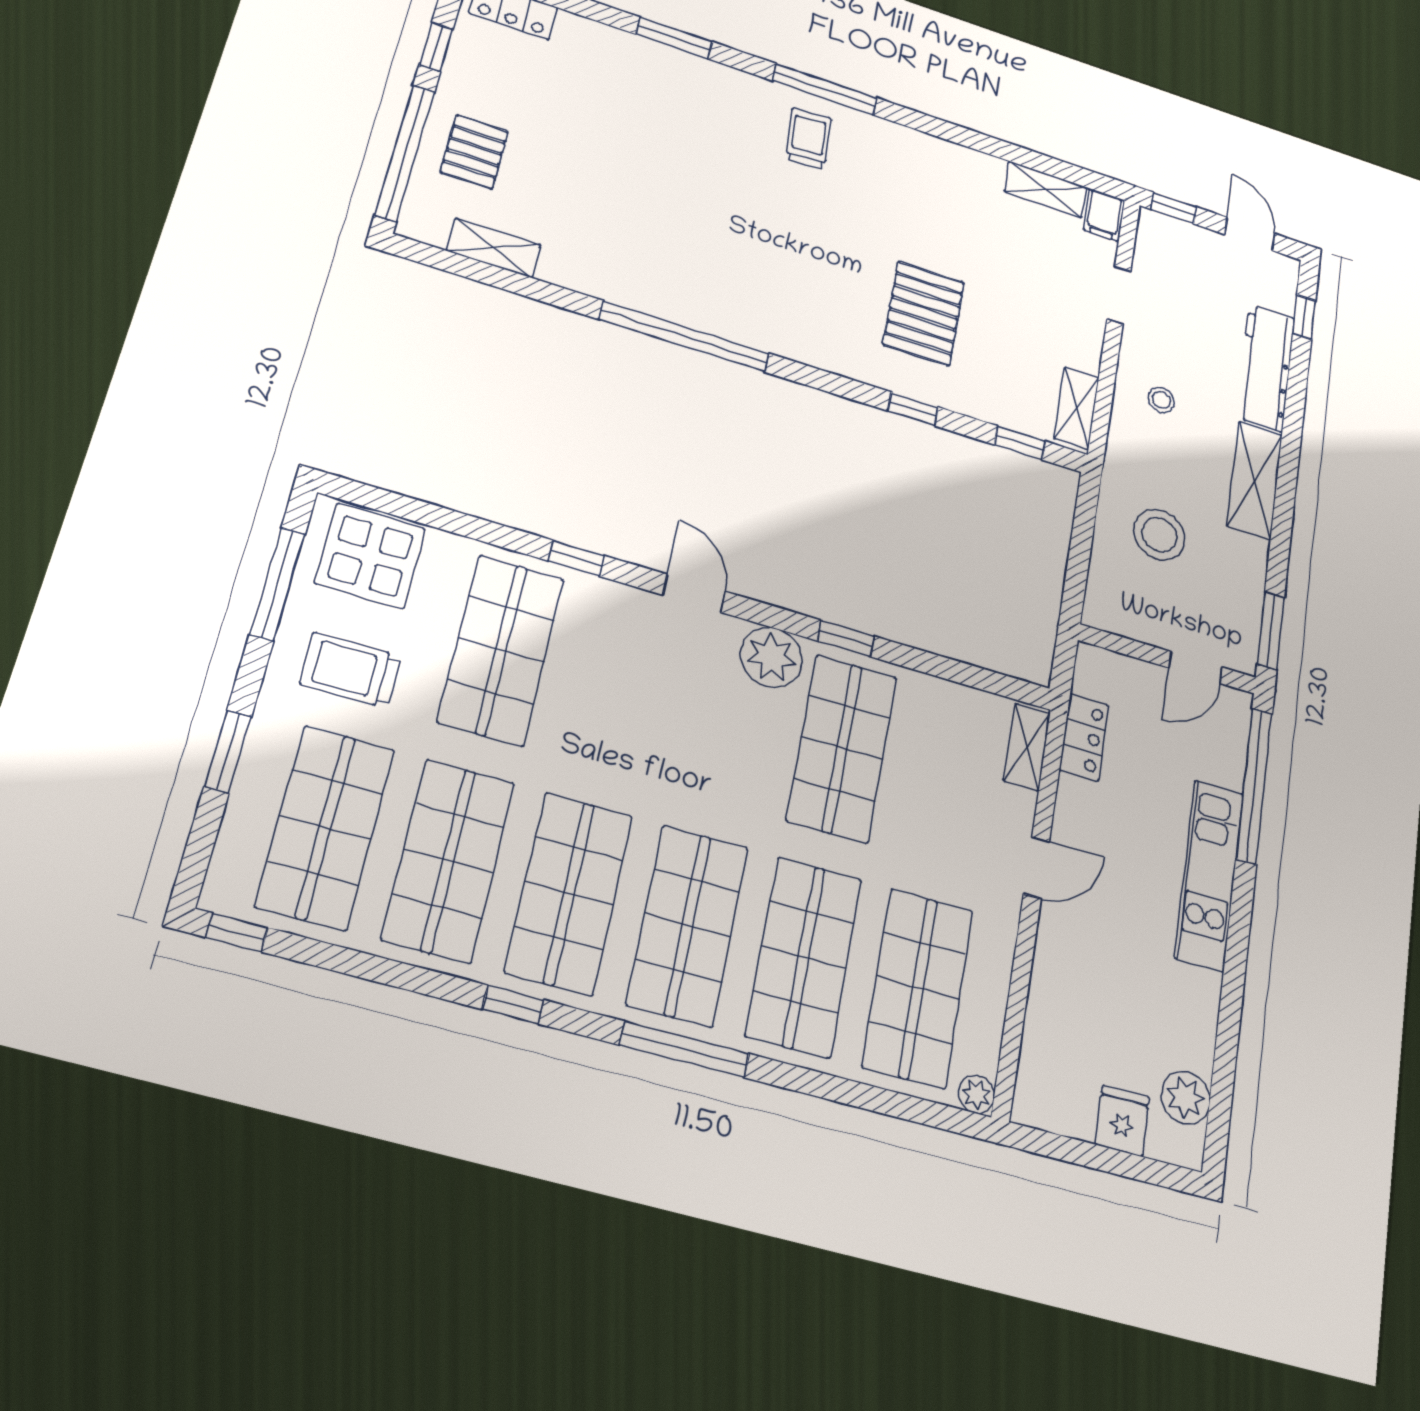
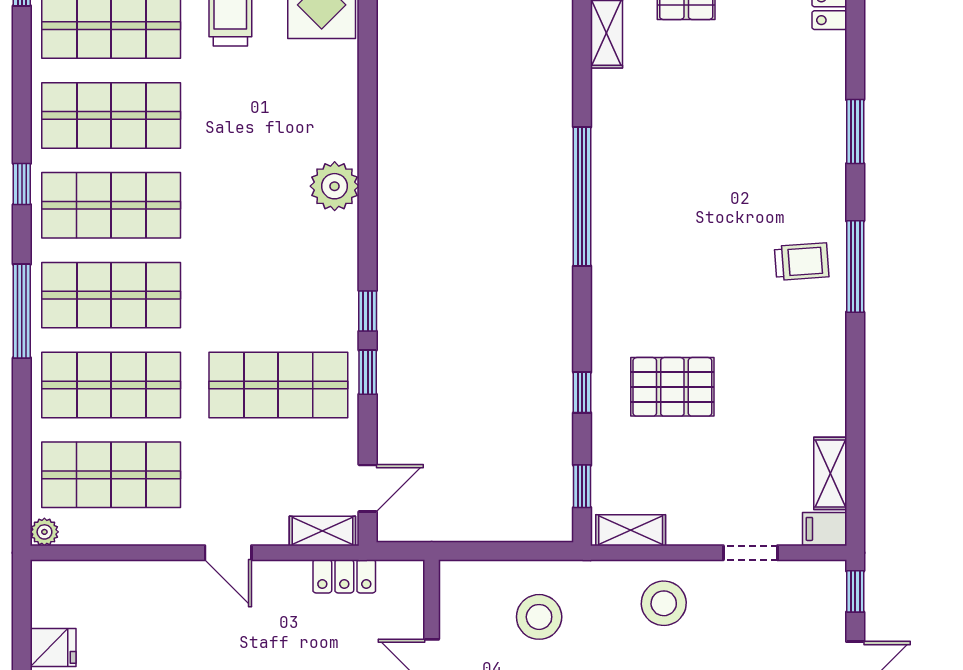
stool: (1161, 400) -> (664, 603), width x1.89, depth x1.89
window: (576, 558) -> (368, 311), moved
door: (694, 593) -> (368, 488), moved
shop shelf: (501, 650) -> (278, 115), removed
plant: (771, 657) -> (335, 186), moved

